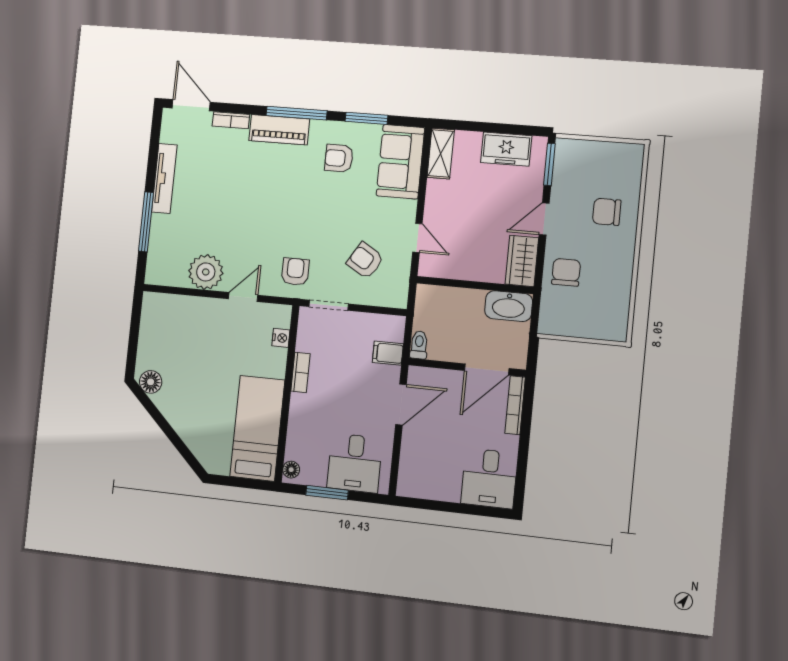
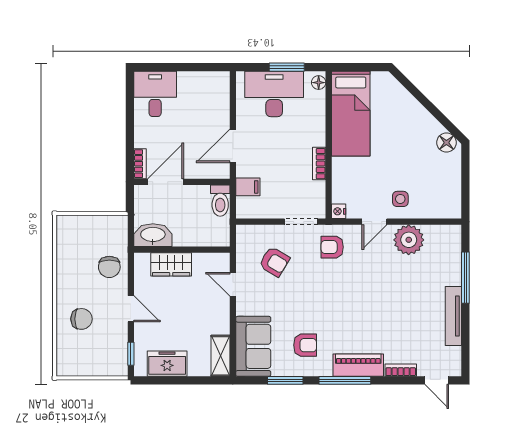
door: (191, 105) -> (437, 380), width x0.73
window: (549, 164) -> (131, 354), width x0.67
door: (544, 219) -> (131, 309), hinge flipped
wardrobe: (522, 261) -> (171, 264), moved, turned 90
armchair: (295, 272) -> (332, 247), turned 90
side table: (210, 321) -> (400, 199), added
nightstand: (281, 338) -> (339, 211), moved
toilet: (419, 345) -> (220, 201), width x1.37, depth x1.39
bookcase: (515, 405) -> (140, 164), width x0.64
desk: (355, 463) -> (274, 94), width x1.37

